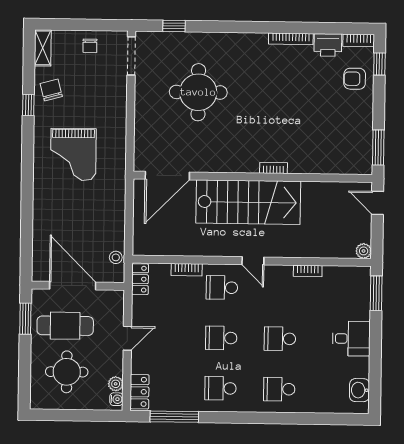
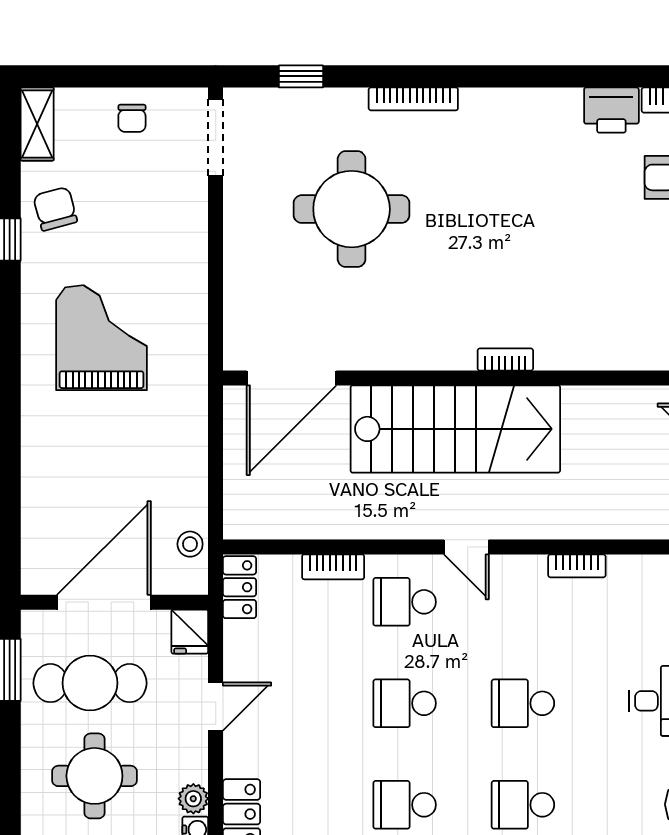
bookcase: (291, 39) -> (413, 99), moved
grand piano: (73, 154) -> (101, 338), turned 180
door: (73, 286) -> (104, 602), hinge flipped
fridge: (115, 301) -> (190, 632), added

